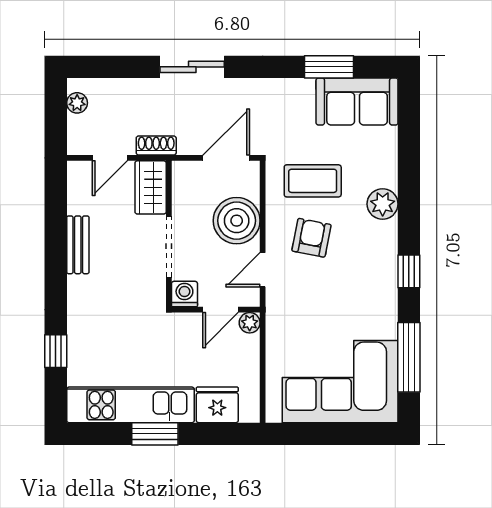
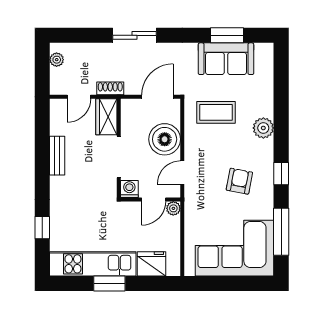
sofa: (357, 102) -> (226, 59), moved
armchair: (311, 238) -> (239, 181), moved

